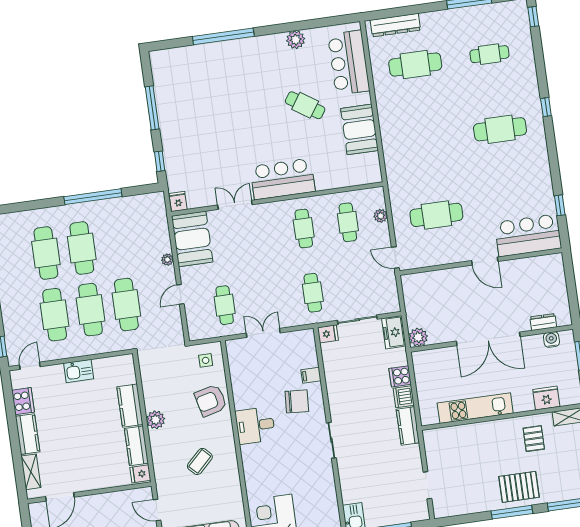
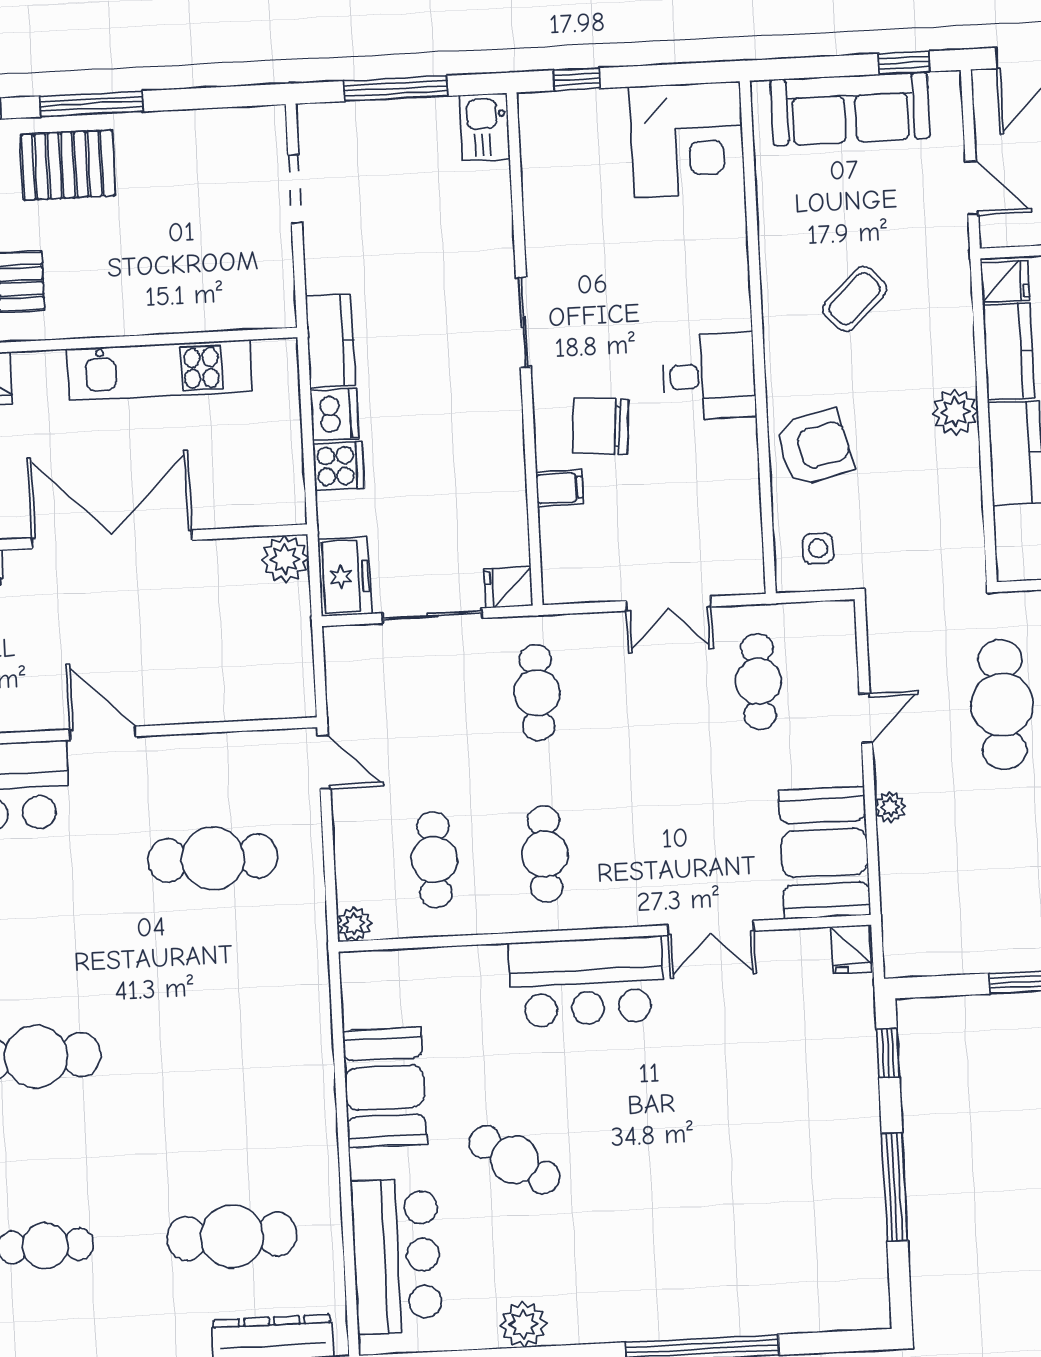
plant: (381, 216) -> (354, 924), moved

